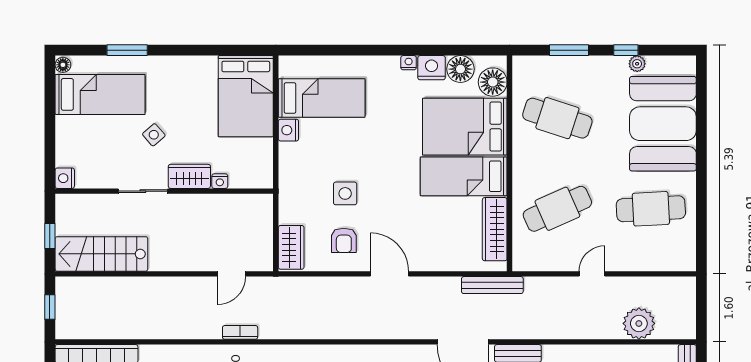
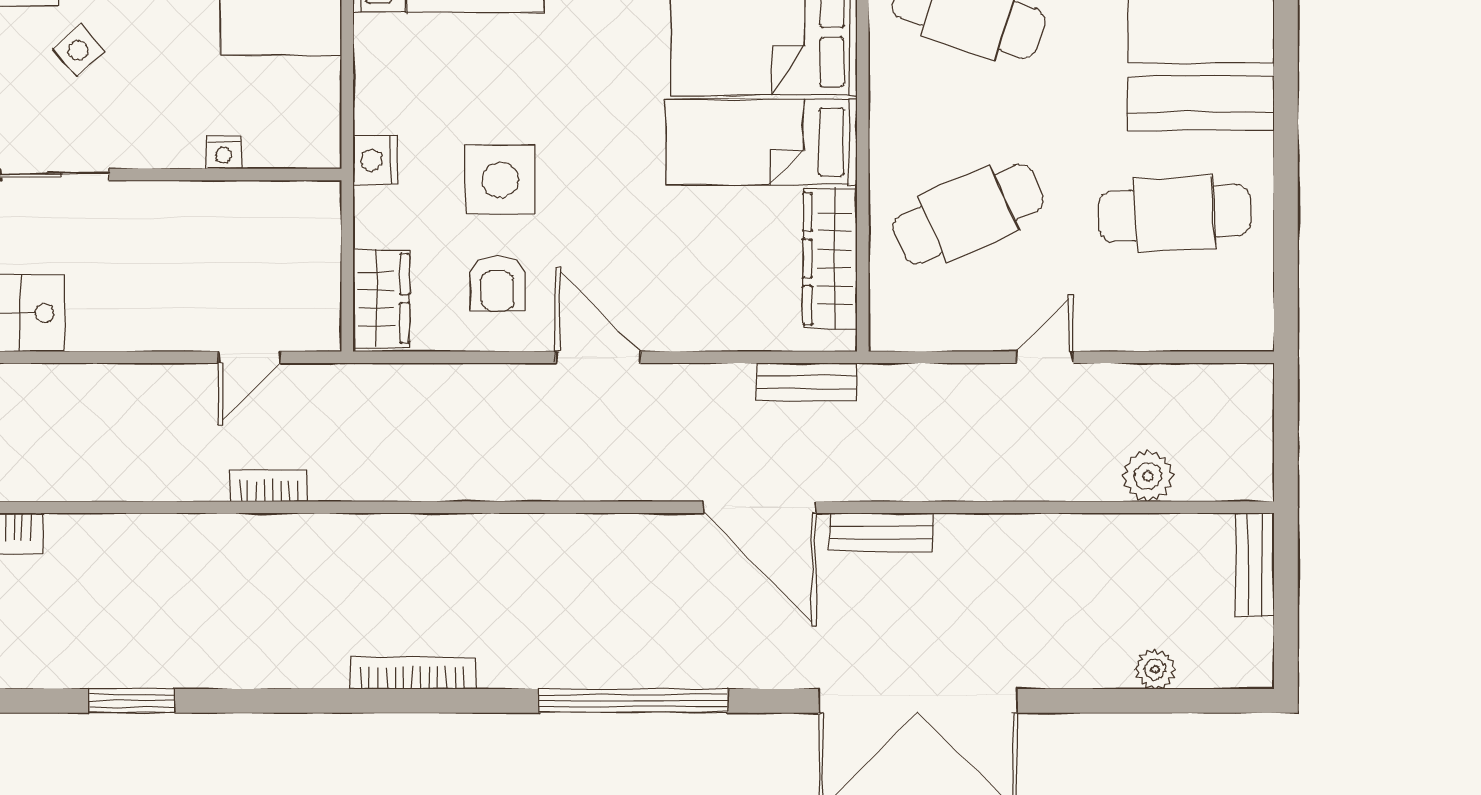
nightstand: (288, 130) -> (375, 160), moved
wardrobe: (189, 176) -> (157, 142), removed
side table: (345, 193) -> (500, 180), width x1.37, depth x1.37
bench: (492, 285) -> (807, 382), width x0.73
plant: (639, 323) -> (1148, 476), width x0.73, depth x0.73

